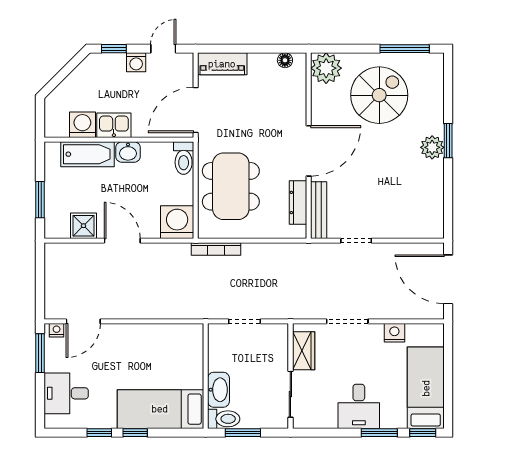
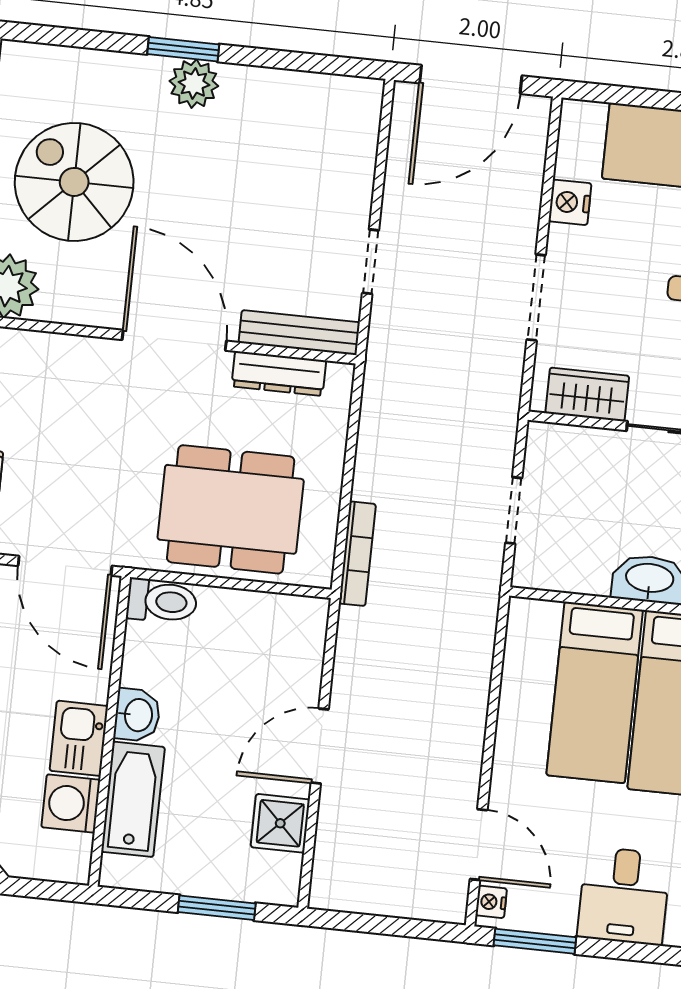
washing machine: (177, 222) -> (293, 629), removed
bed: (162, 369) -> (595, 692), added

